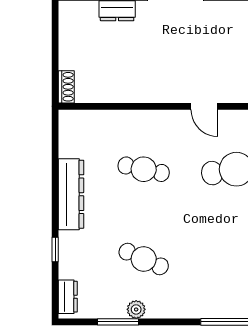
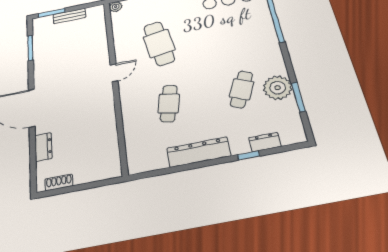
shoe rack: (66, 87) -> (59, 182), moved
dresser: (68, 297) -> (265, 142), moved
plant: (136, 309) -> (278, 88), width x1.88, depth x1.88

